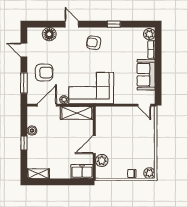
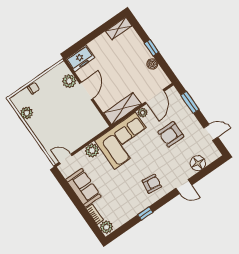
armchair: (44, 73) -> (171, 134), moved
plant: (120, 98) -> (92, 150), added
plant: (149, 173) -> (27, 113), moved

